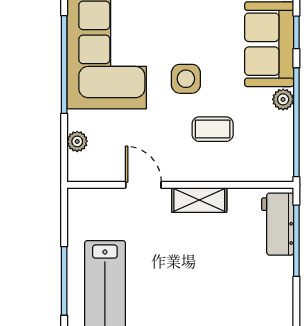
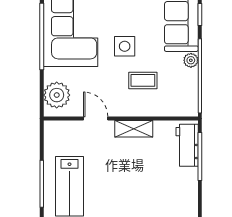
plant: (77, 141) -> (57, 95), width x1.87, depth x1.87

